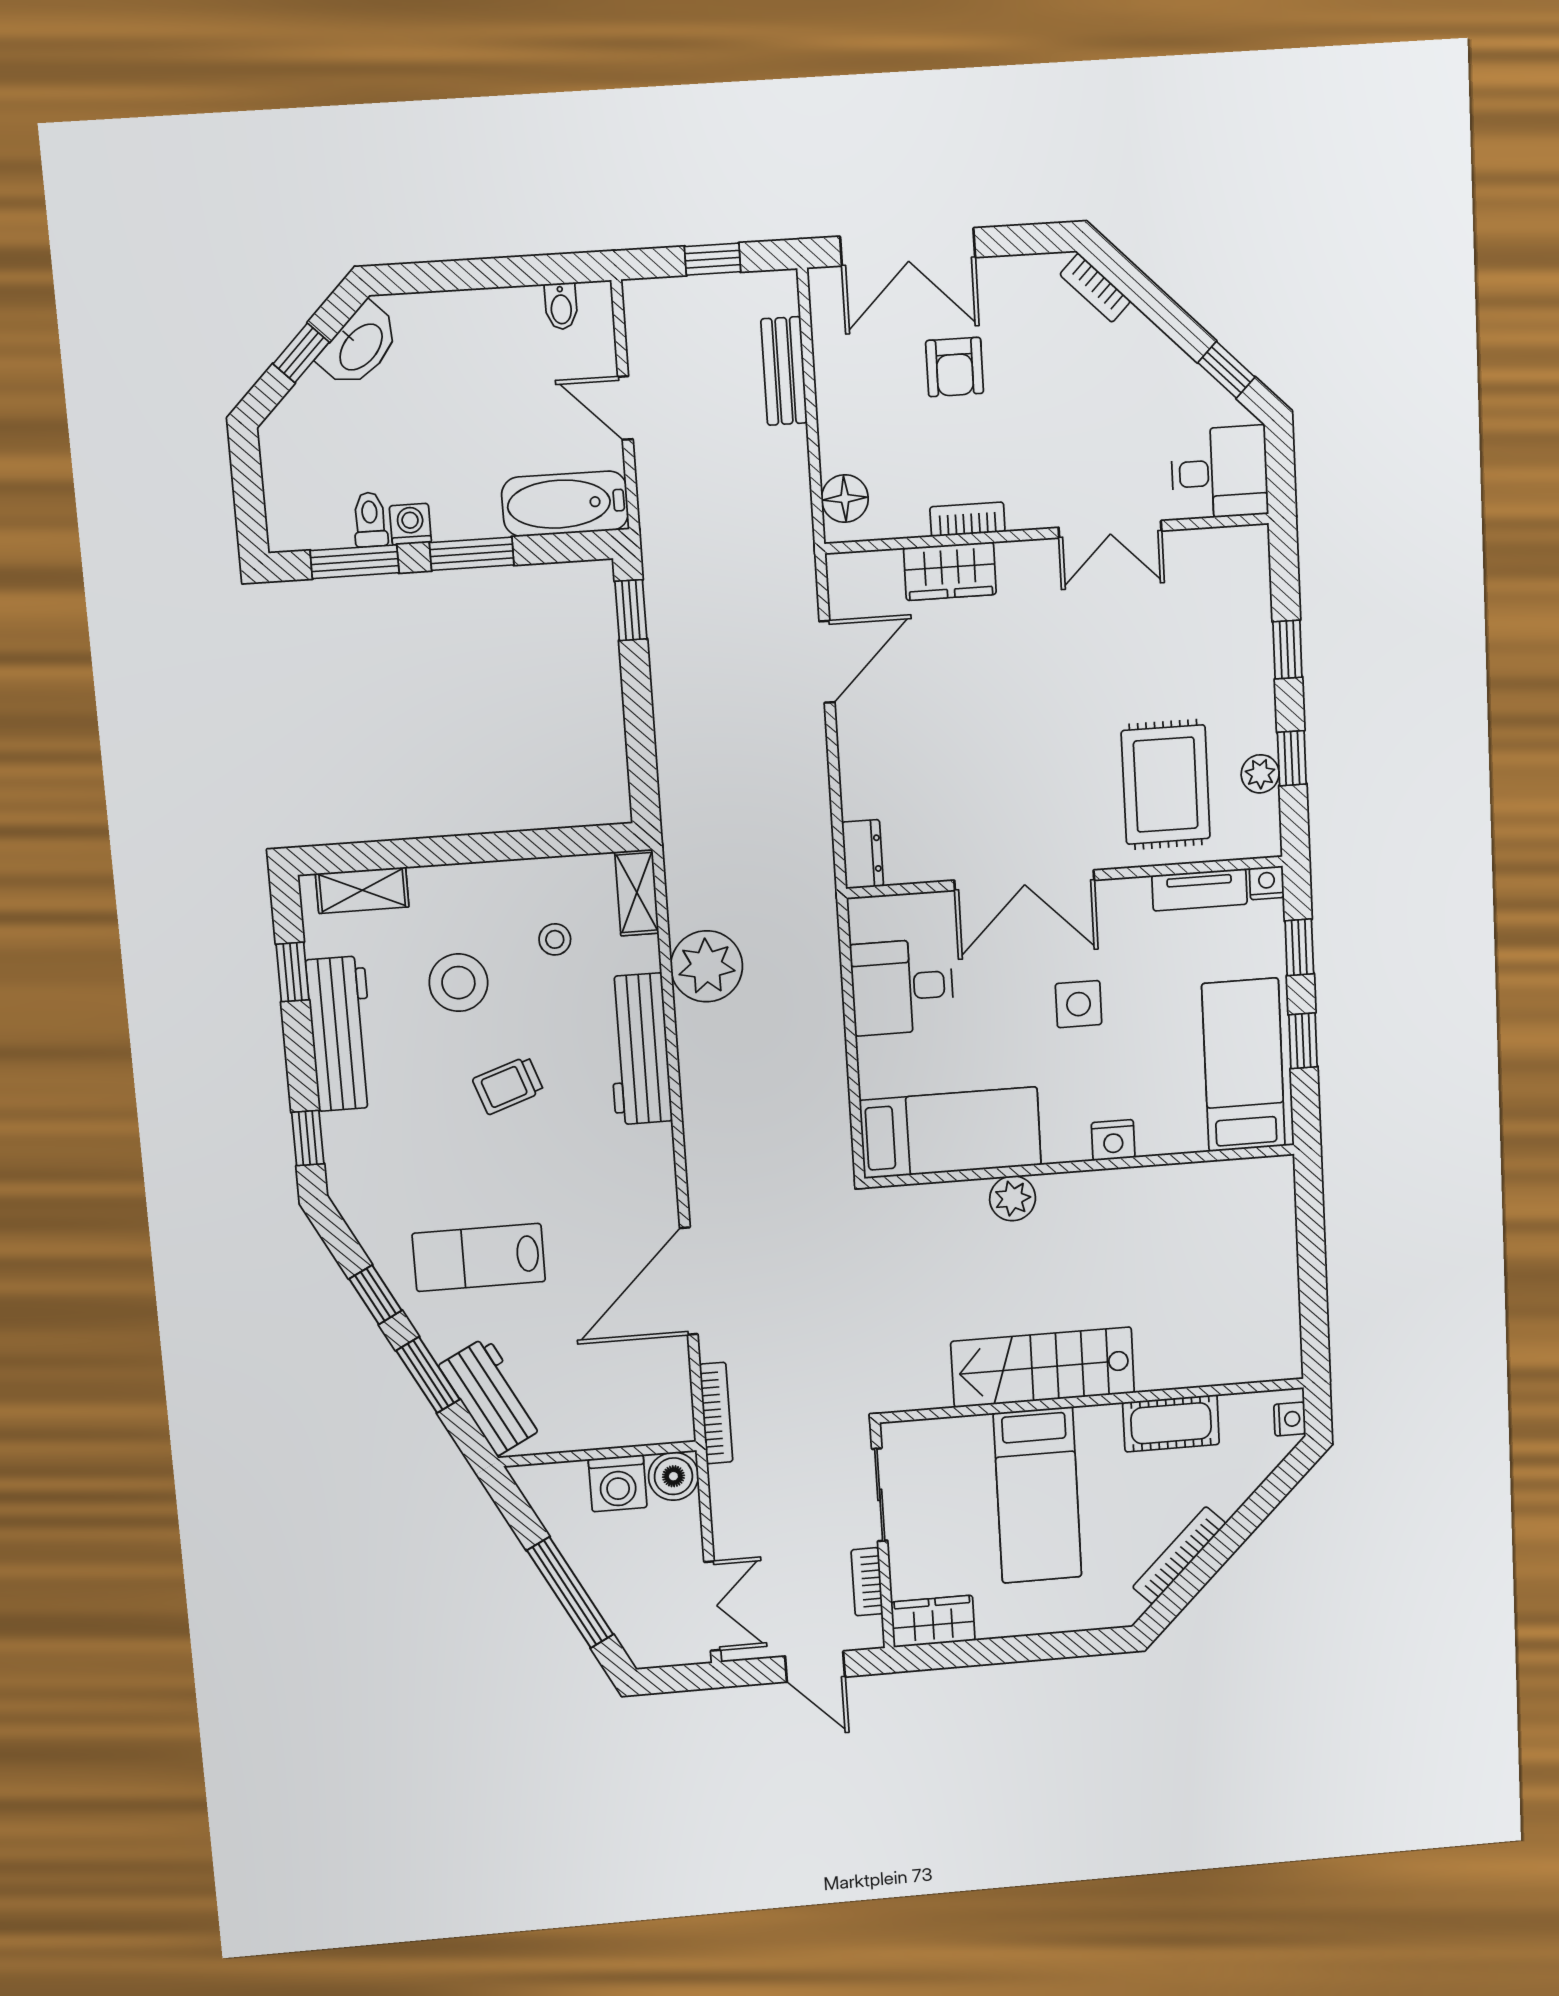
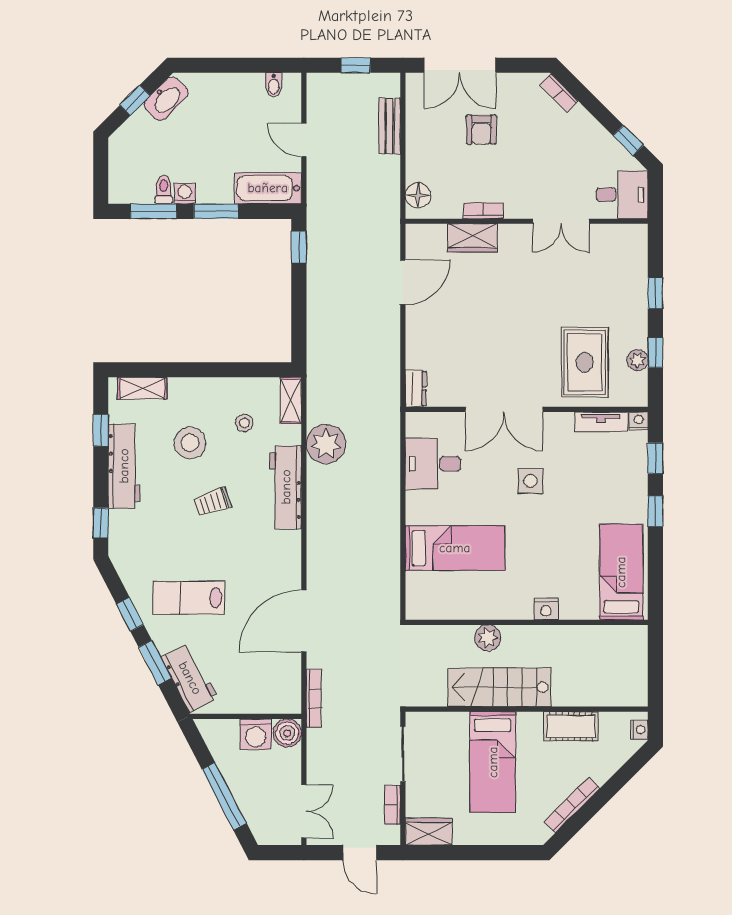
bed: (1244, 1065) -> (621, 572), moved
nightstand: (1113, 1140) -> (546, 609), moved
wall: (1080, 1166) -> (527, 622), moved
plant: (1013, 1198) -> (488, 638), moved

